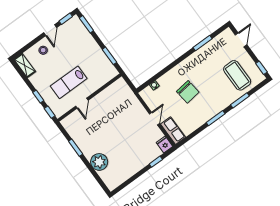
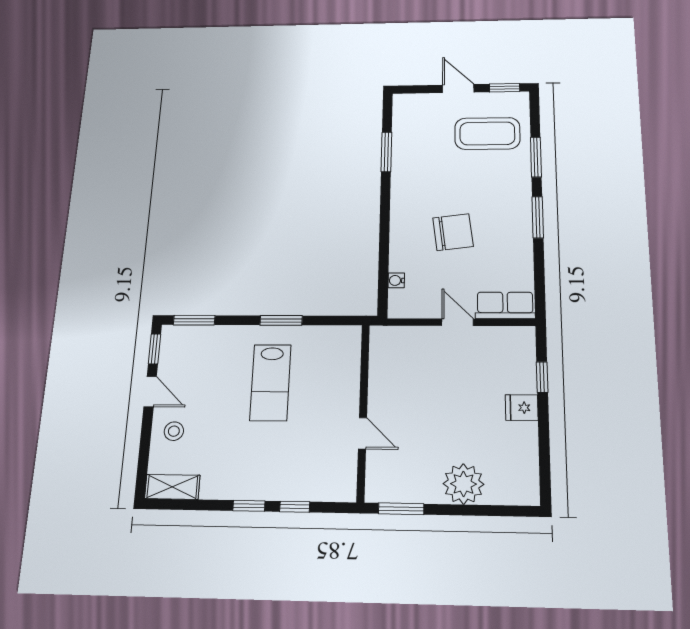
door: (241, 40) -> (458, 89), moved
lab bench: (69, 82) -> (270, 382), moved
wall: (89, 98) -> (363, 411), moved
door: (82, 103) -> (362, 433), moved
fridge: (164, 144) -> (522, 408), moved

